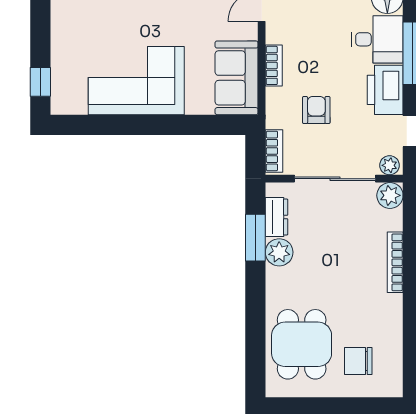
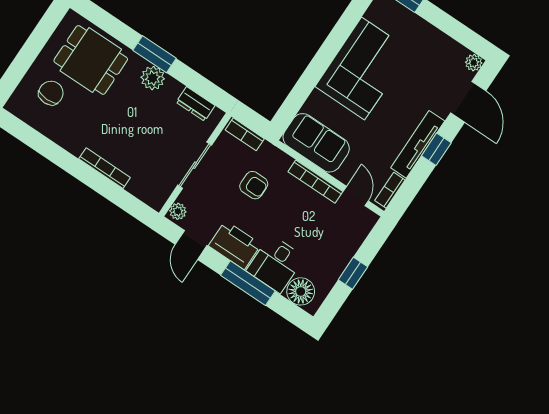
bookcase: (274, 65) -> (315, 182), width x1.56
sliding door: (335, 179) -> (195, 165), width x0.73
plant: (390, 195) -> (156, 197), removed
window: (255, 238) -> (154, 54), moved
plant: (279, 252) -> (153, 78), moved

